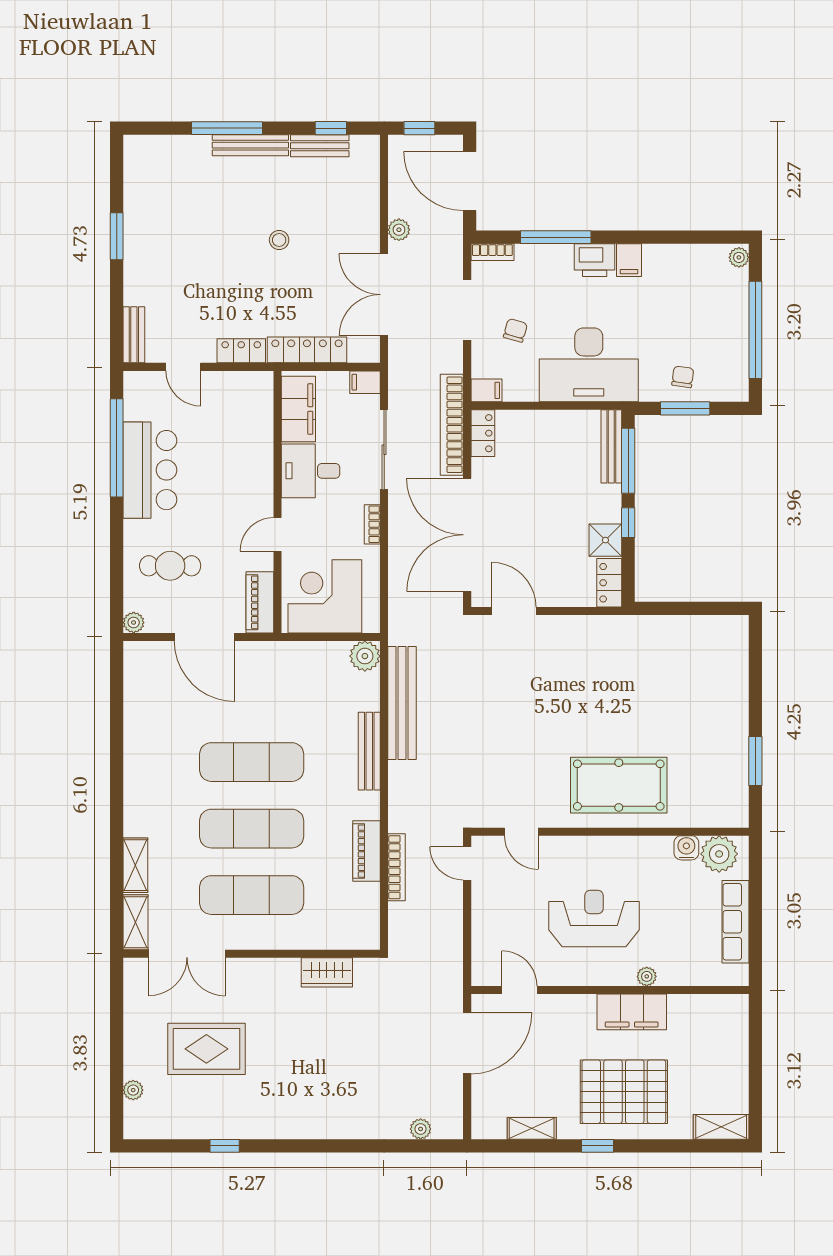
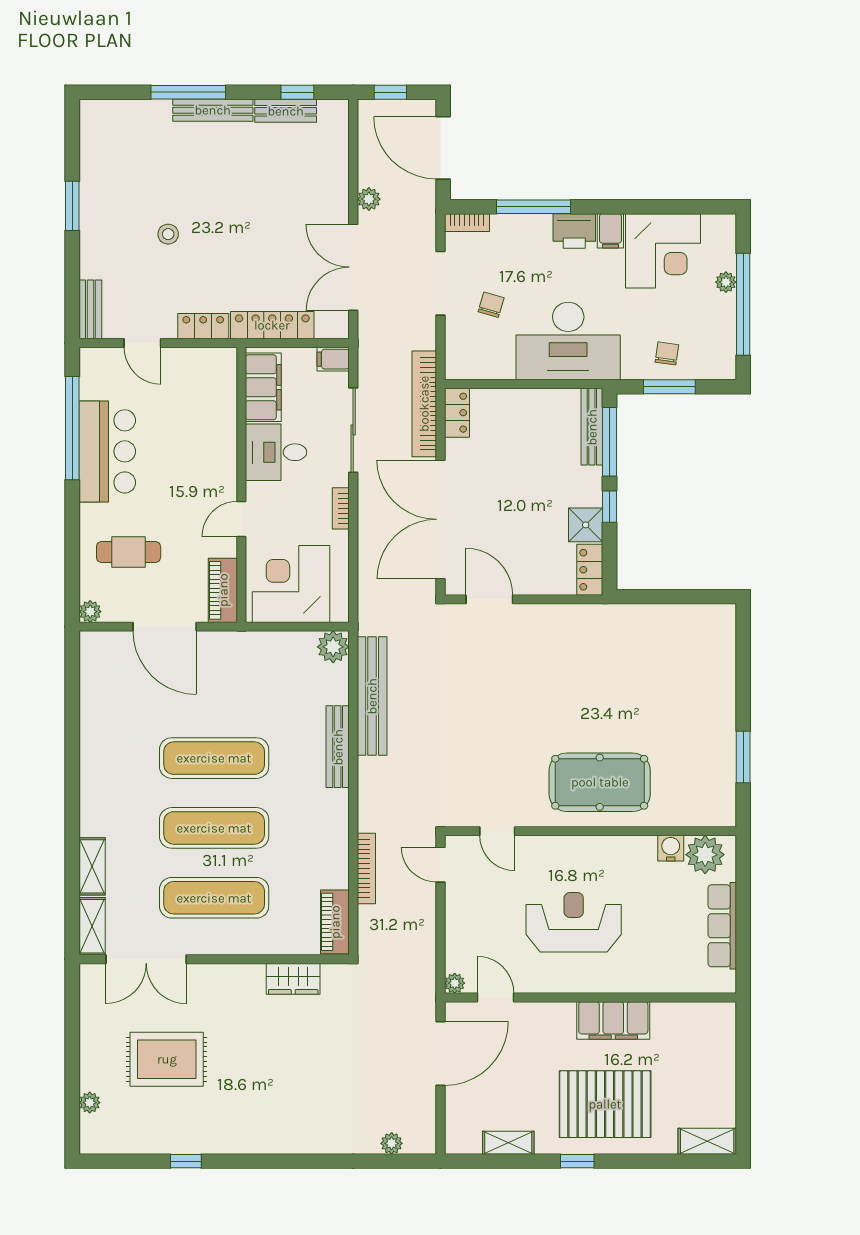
stool: (279, 240) -> (168, 234), moved
plant: (739, 257) -> (726, 282), moved
corner desk: (679, 279) -> (663, 251), added
filing cabinet: (486, 390) -> (461, 368), removed
piano: (367, 851) -> (335, 922), moved
plant: (647, 976) -> (455, 983), moved

